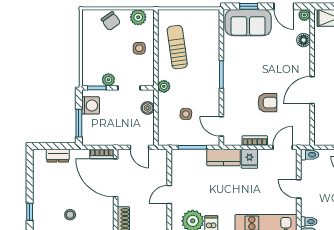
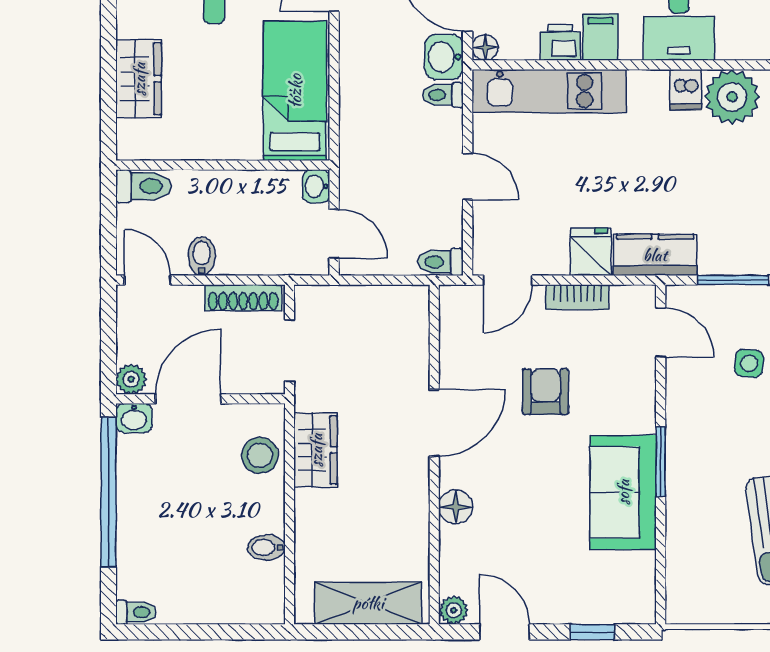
sofa: (248, 23) -> (623, 492), moved, turned -90
floor lamp: (304, 40) -> (456, 507), moved
armchair: (267, 103) -> (546, 392), turned 90

